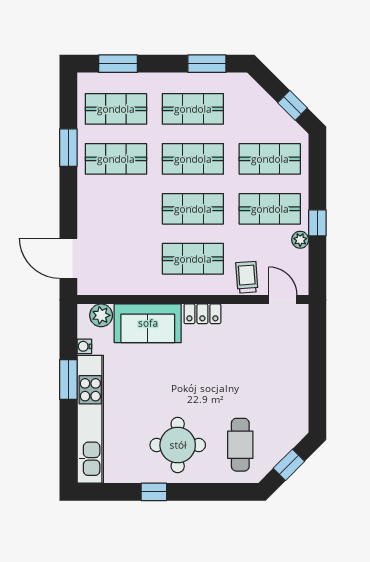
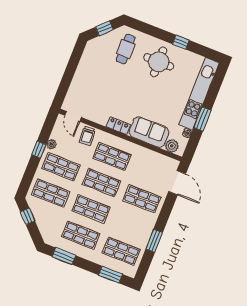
shop shelf: (116, 159) -> (142, 199), moved

